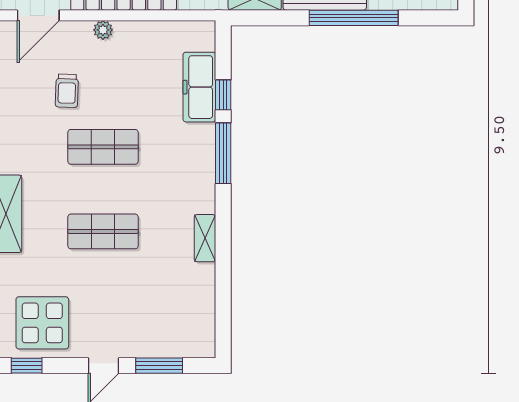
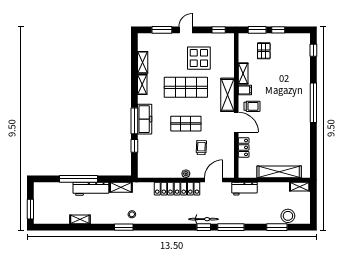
freezer: (199, 87) -> (145, 119), moved
shop shelf: (103, 231) -> (186, 87), width x1.43, depth x1.36
shelving: (204, 290) -> (143, 62), added
display table: (42, 323) -> (199, 58), moved

